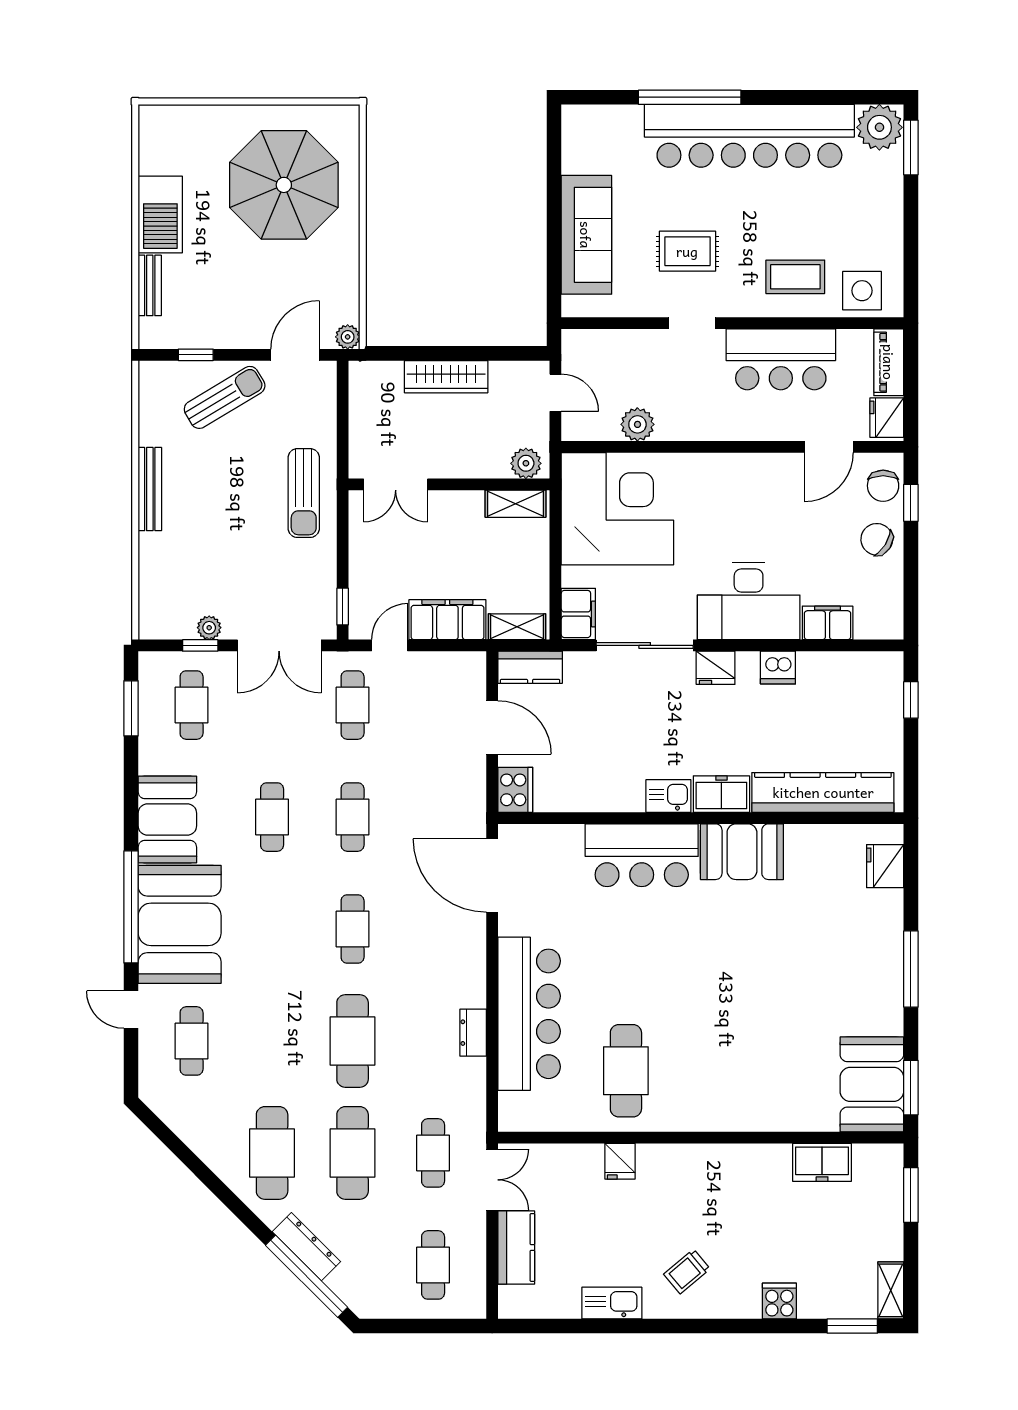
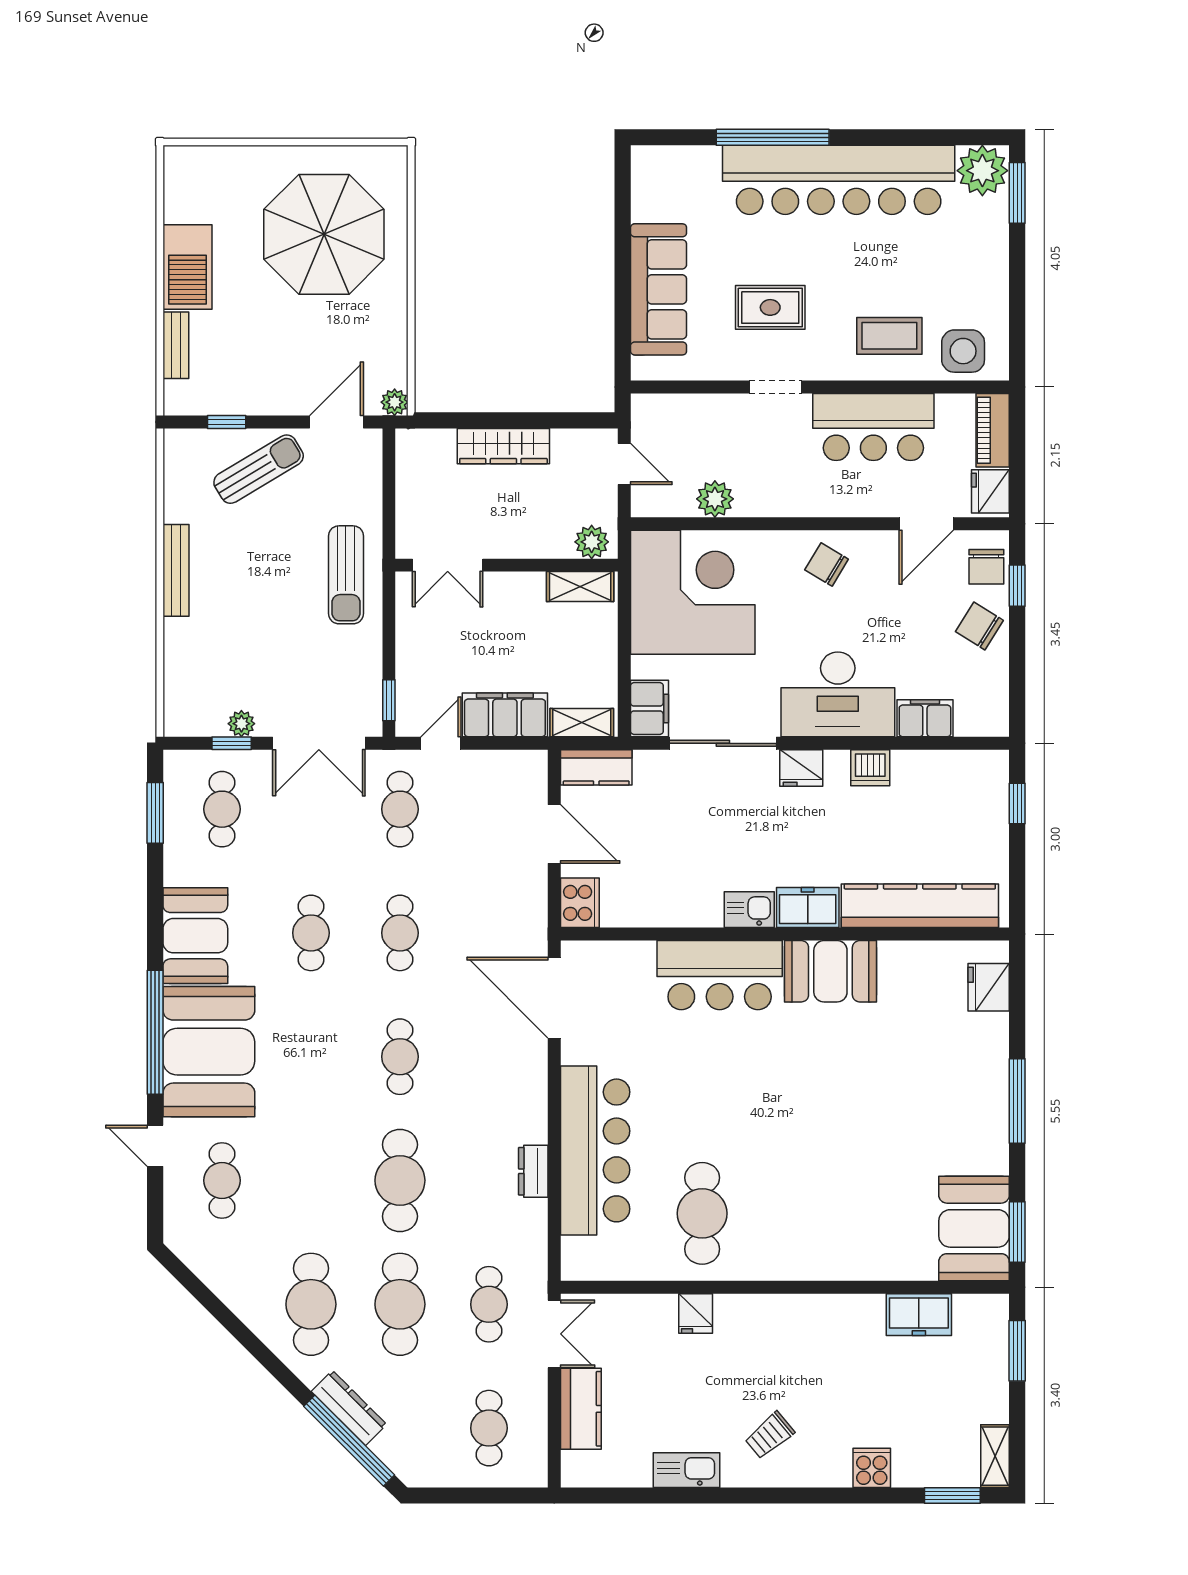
chair: (738, 484) -> (827, 564), added

